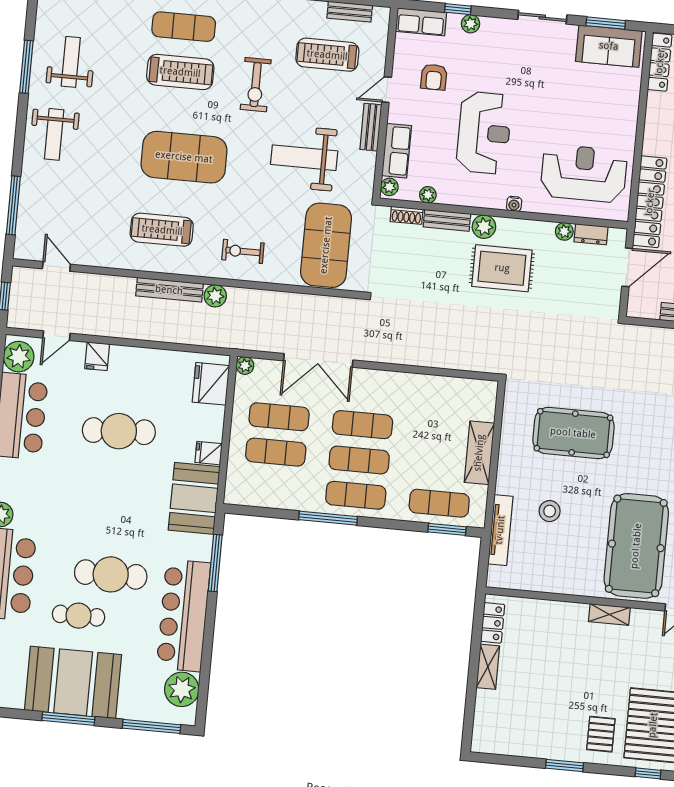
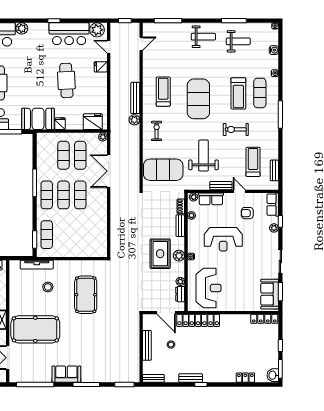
weight bench: (54, 134) -> (203, 37), turned 180
plant: (484, 227) -> (179, 256), moved
shelving: (479, 453) -> (72, 251), removed

